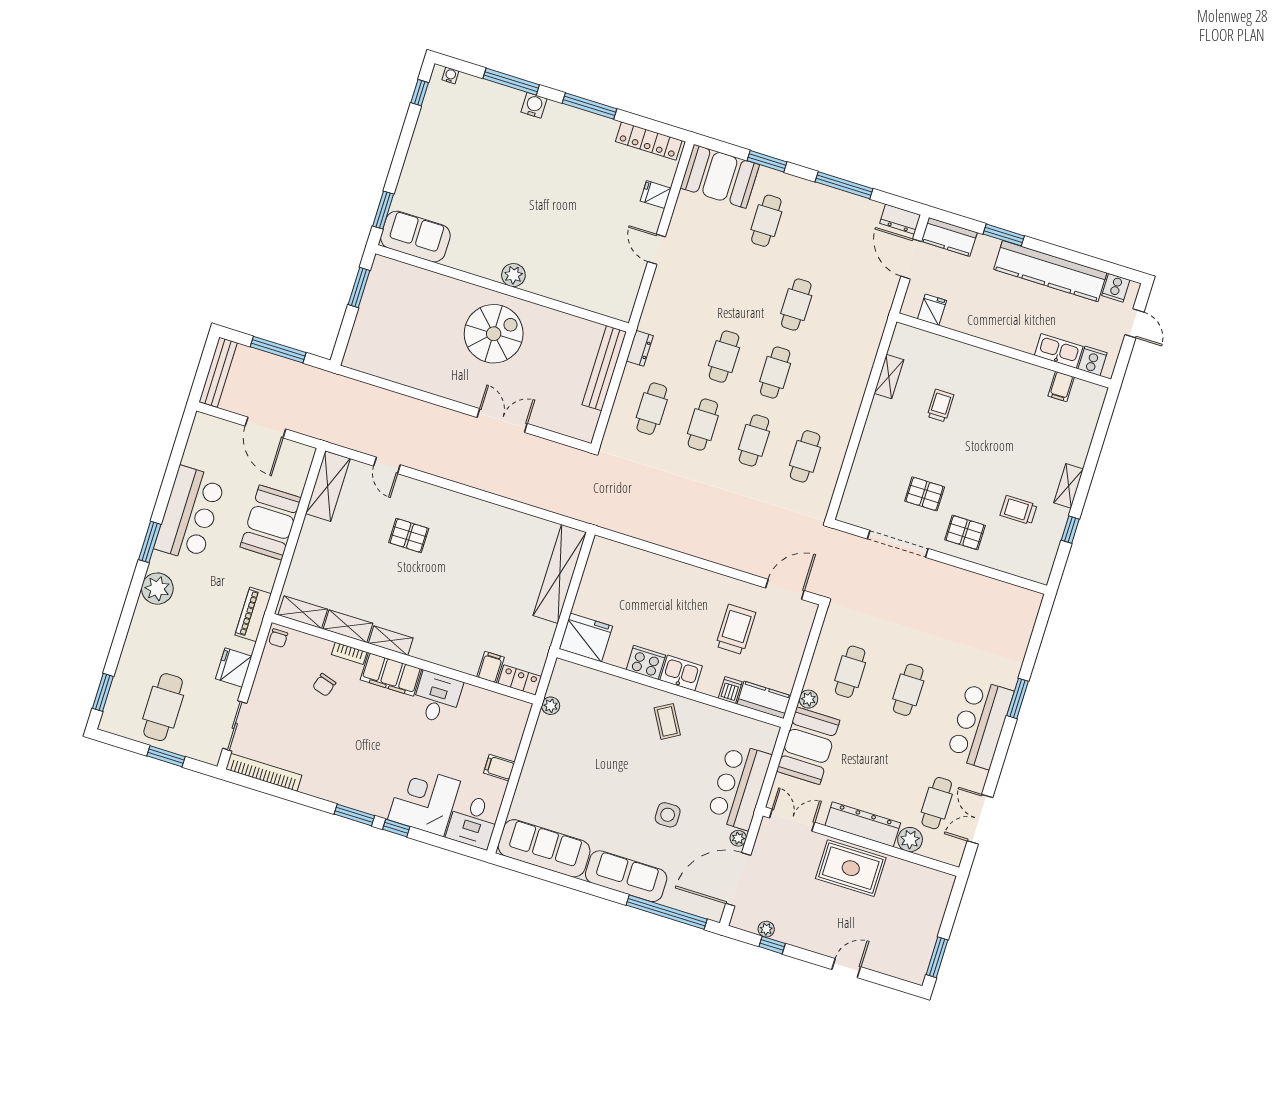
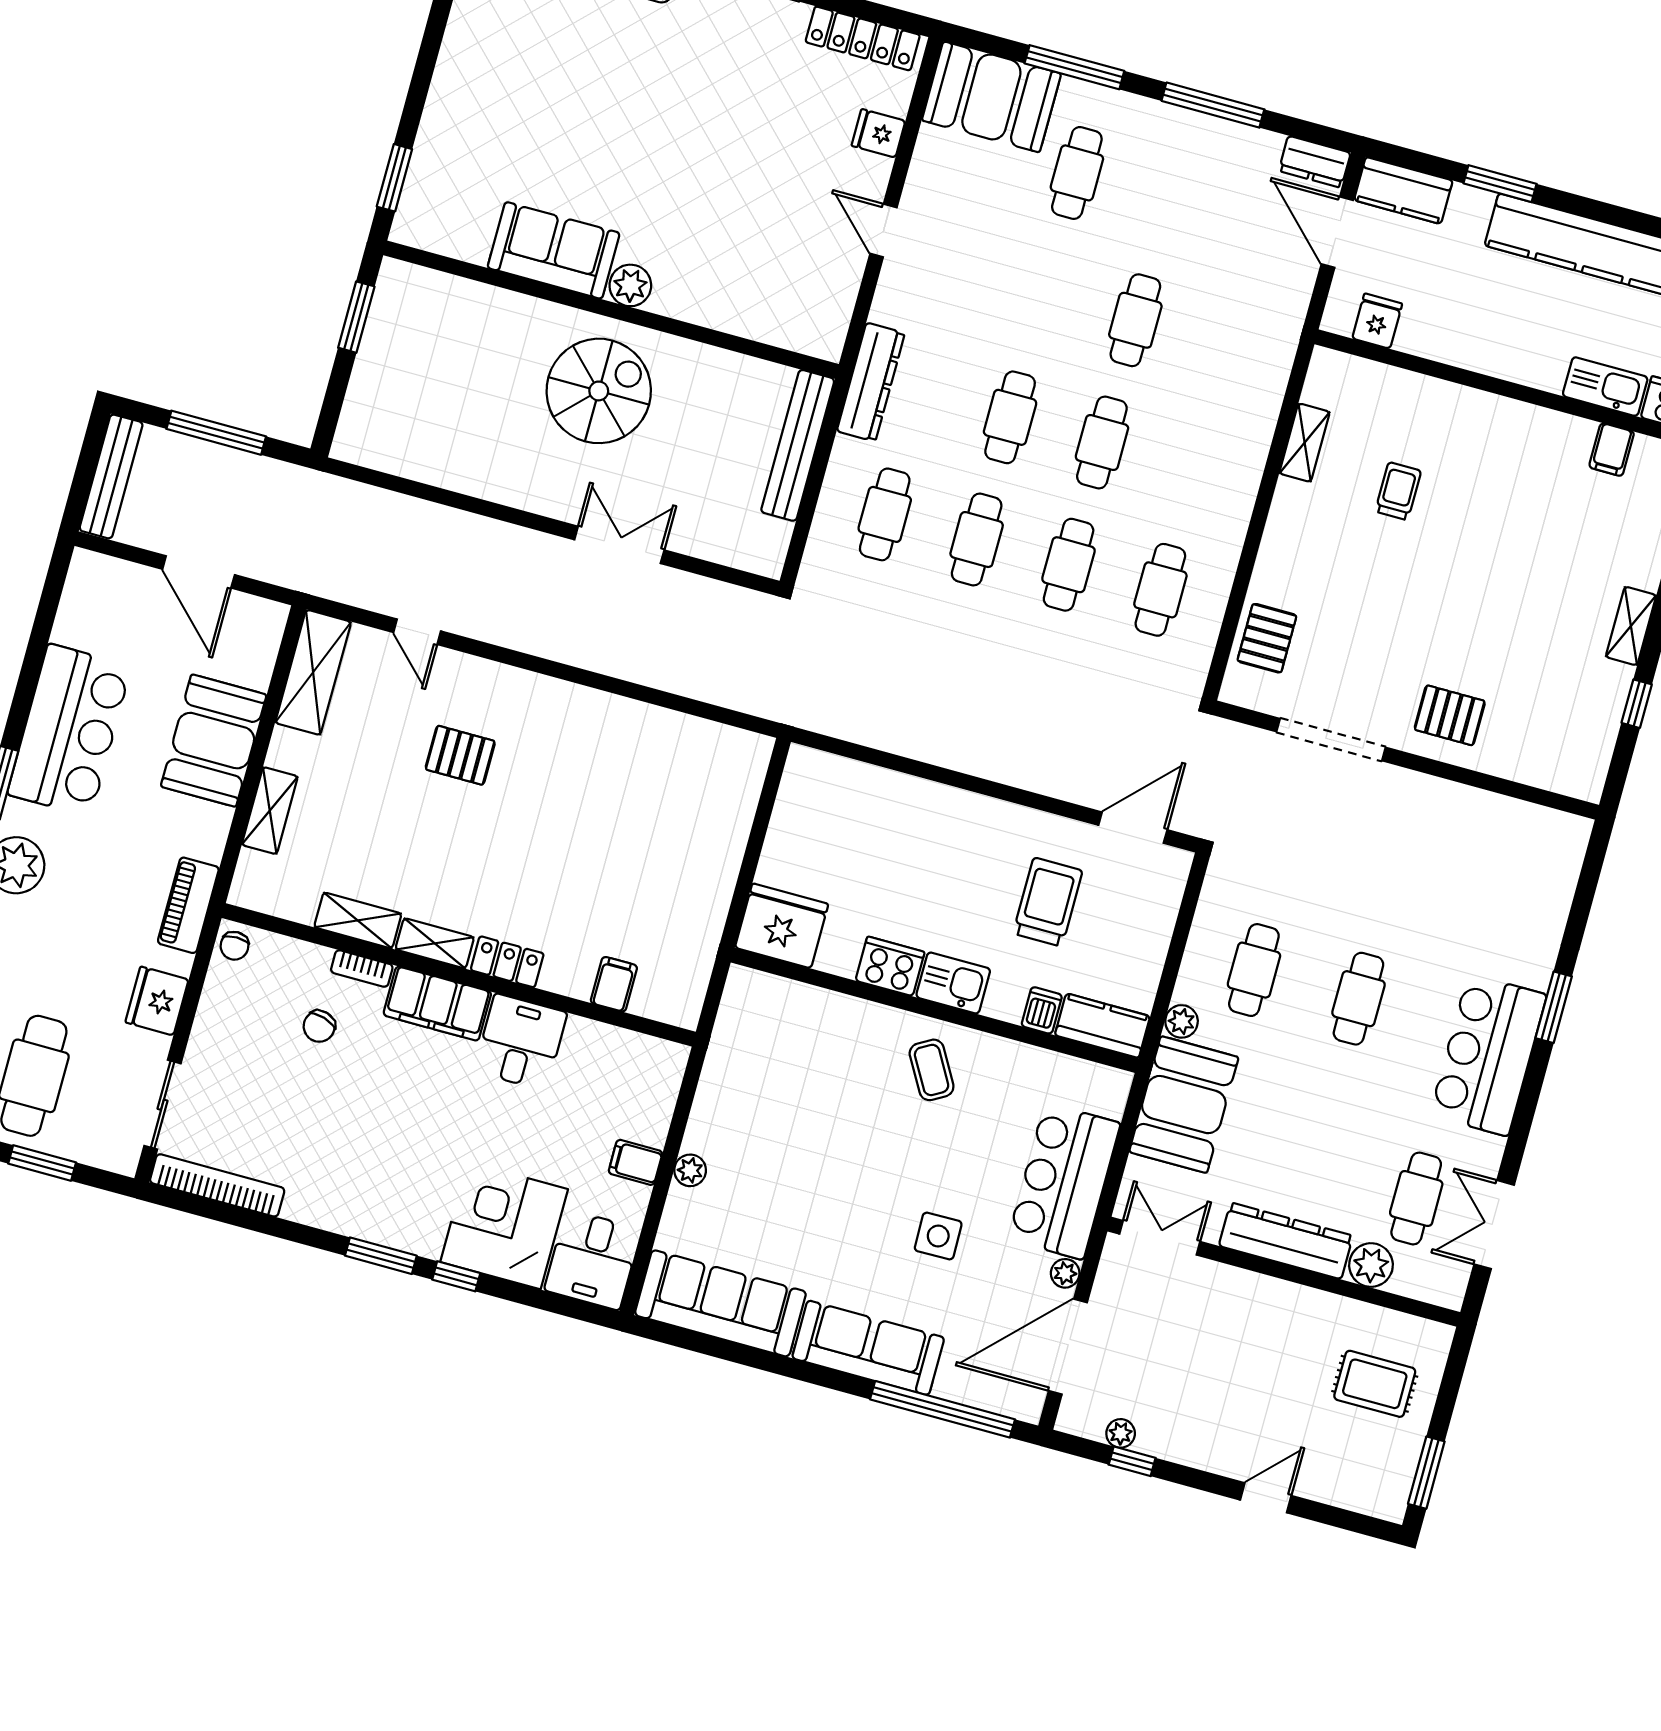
window: (767, 161) -> (1074, 67), width x1.44
sofa: (415, 237) -> (554, 250), moved
dresser: (640, 348) -> (871, 382), width x1.96, depth x1.24
pallet: (925, 494) -> (1267, 638), moved, turned 90
trolley: (1019, 510) -> (1544, 672), removed
shelving: (560, 574) -> (731, 814), removed
shelving: (303, 612) -> (270, 811), moved, turned 90
locker: (520, 680) -> (507, 962), moved
plant: (551, 706) -> (690, 1170), moved
rug: (851, 868) -> (1375, 1384), moved, width x0.73, depth x0.70

